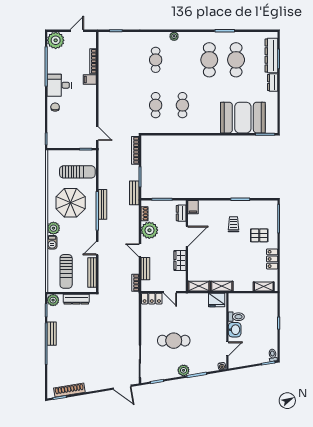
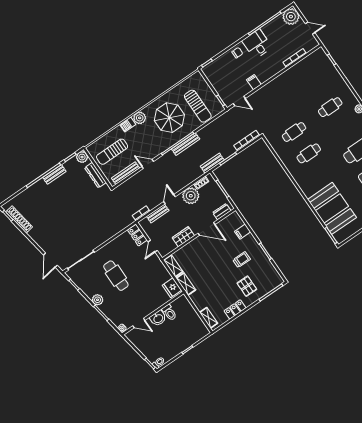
filing cabinet: (90, 80) -> (254, 82), moved
door: (97, 134) -> (239, 101), hinge flipped
filing cabinet: (193, 207) -> (243, 232), moved

